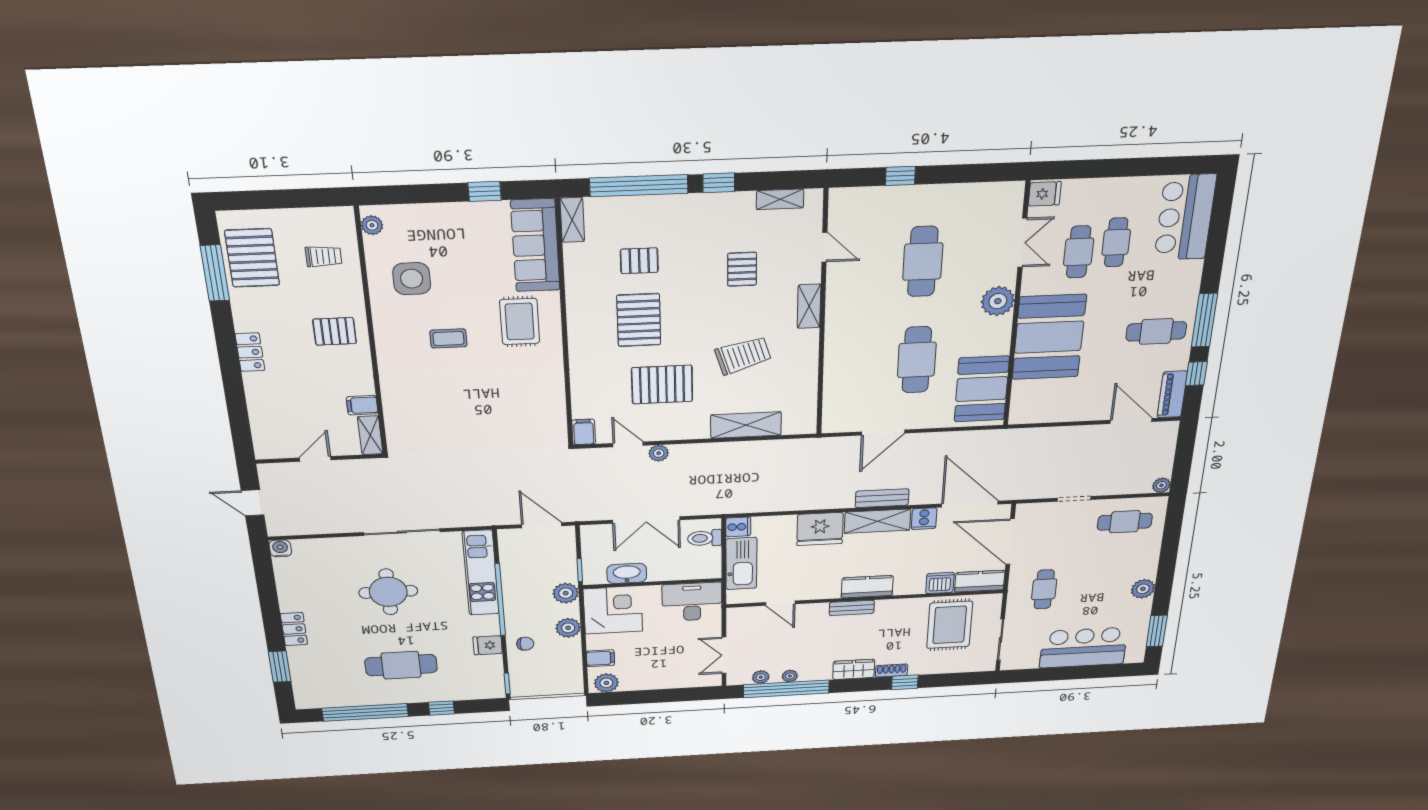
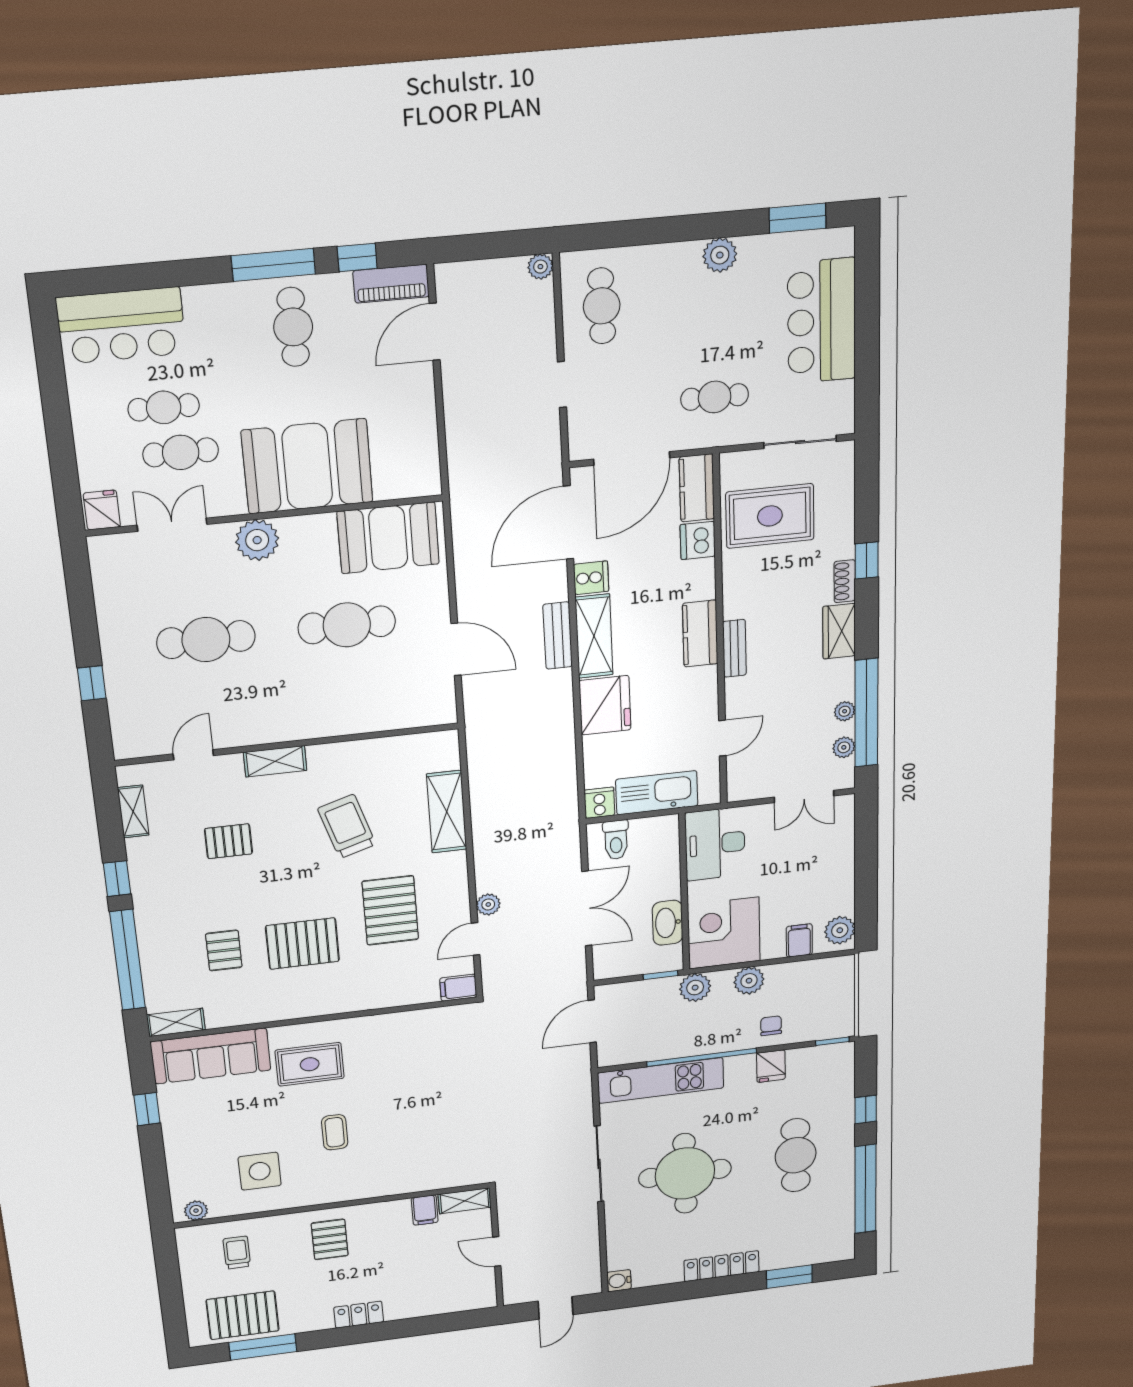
round table: (388, 592) -> (685, 1173), width x1.36, depth x1.36
locker: (294, 629) -> (722, 1266), width x1.53

